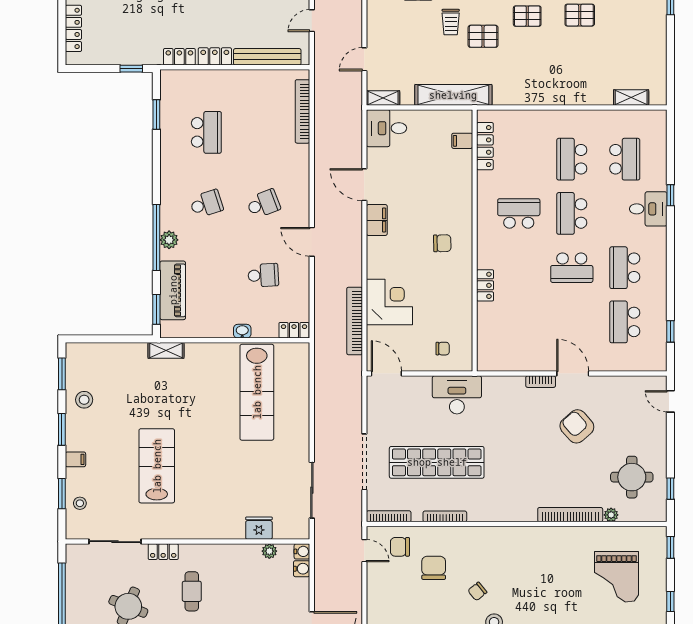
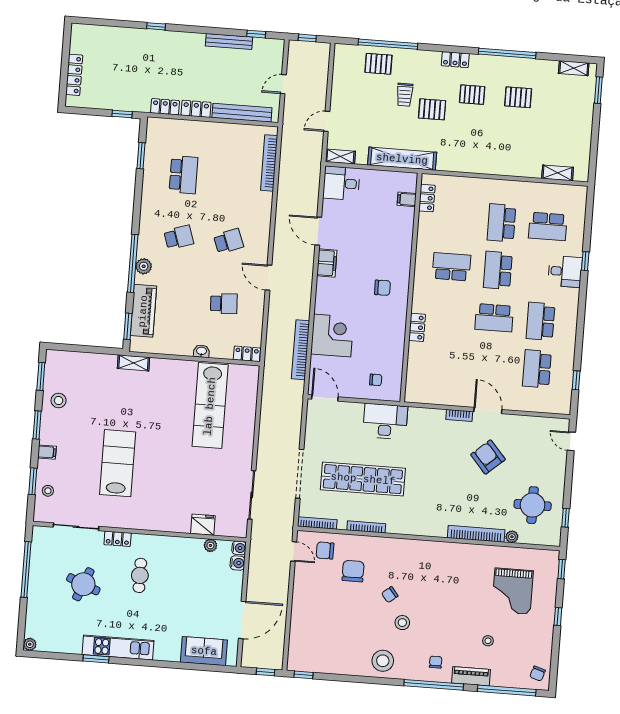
locker: (485, 146) -> (427, 198), width x0.66
school desk: (625, 159) -> (548, 226), turned 90

